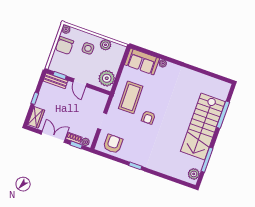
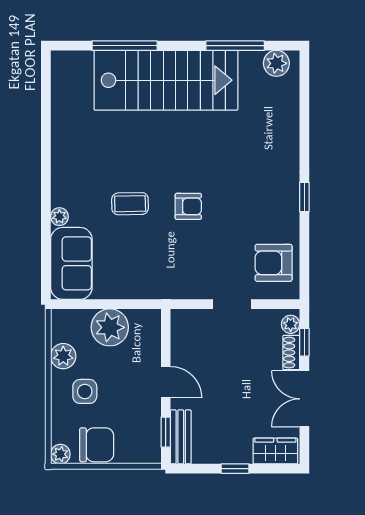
plant: (107, 78) -> (110, 327), moved
door: (80, 83) -> (166, 382), hinge flipped
coffee table: (131, 97) -> (130, 204), moved, width x0.54, depth x0.58

